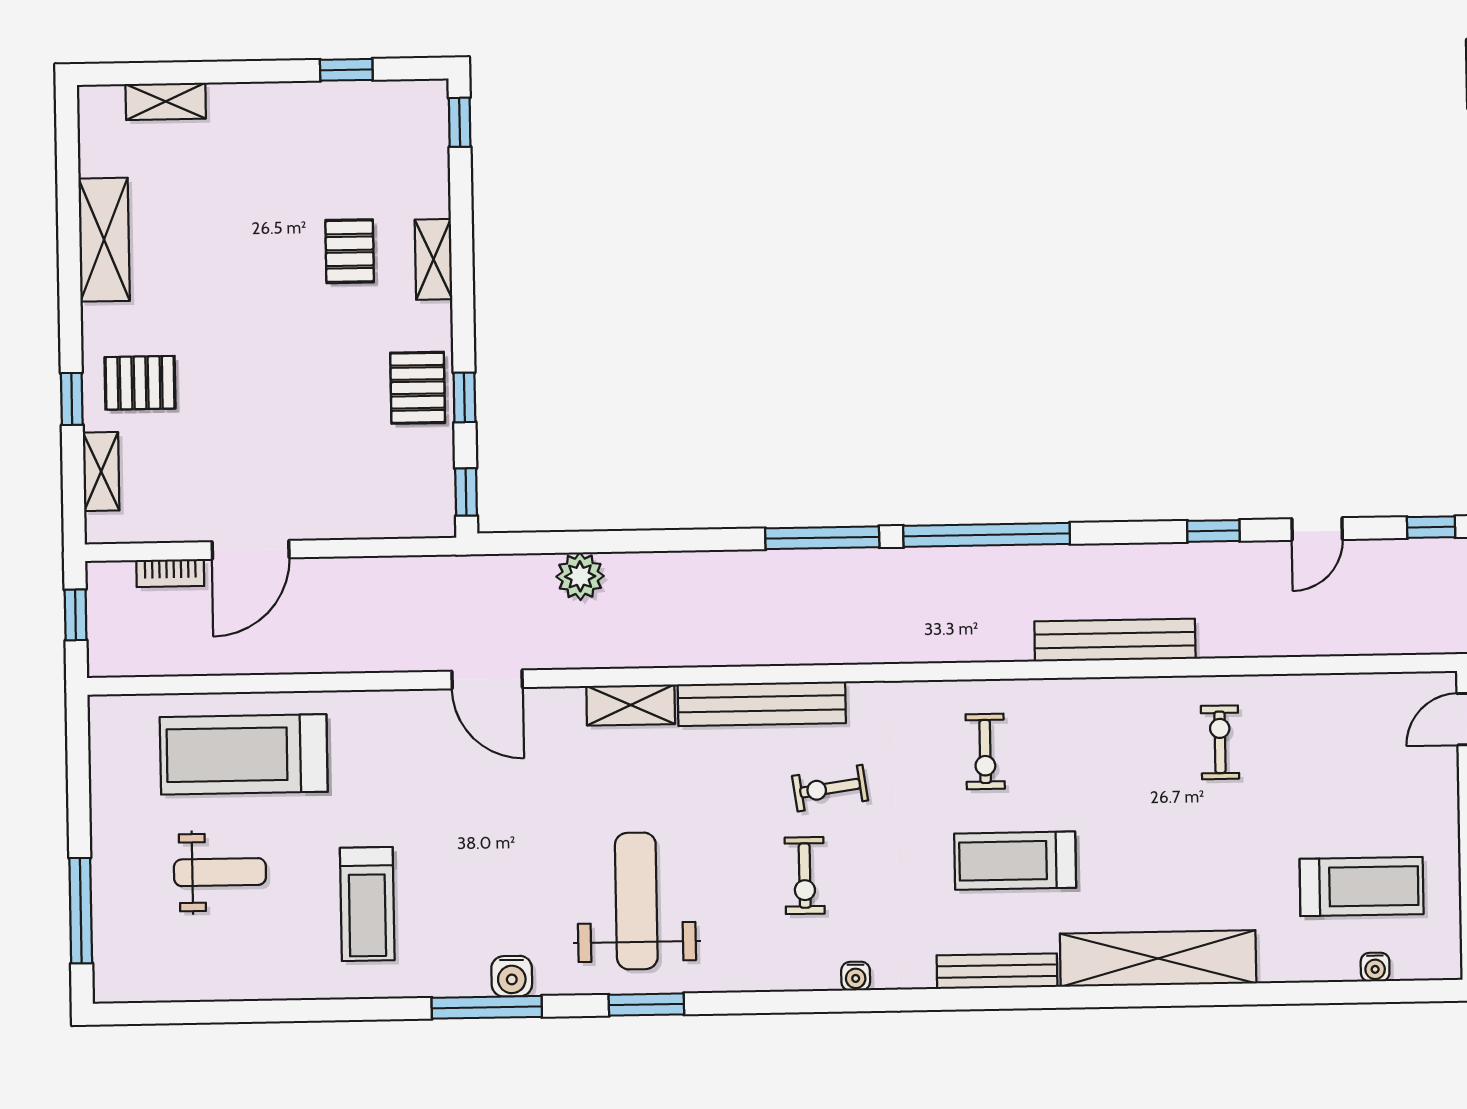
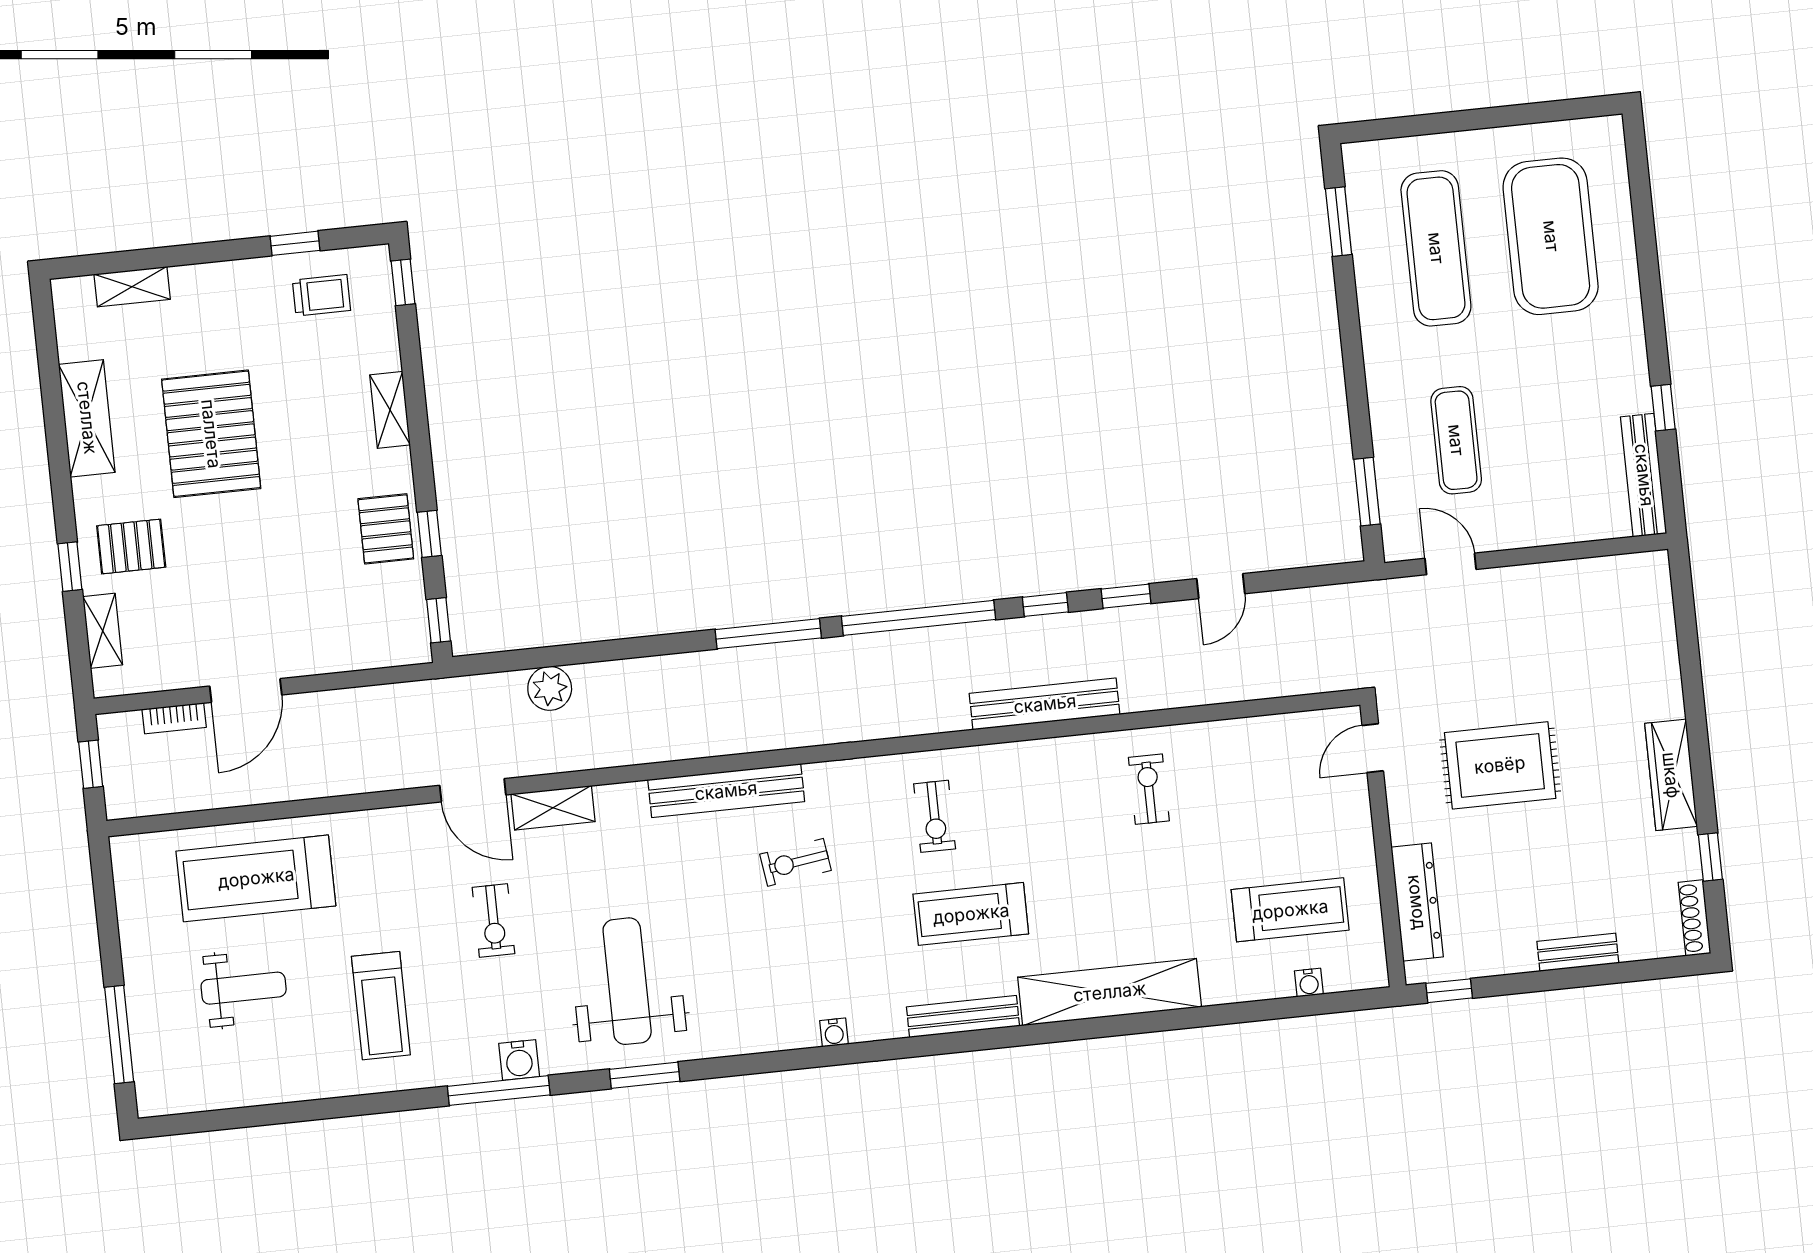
trolley: (370, 129) -> (321, 295), added
pallet: (350, 251) -> (211, 434), moved, width x2.05, depth x2.00
window: (1431, 527) -> (1045, 605), moved
shelving: (631, 705) -> (553, 808), moved
exercise bike: (805, 876) -> (493, 921), moved

